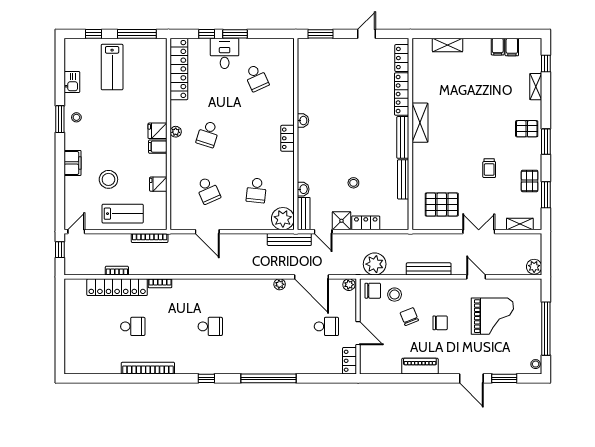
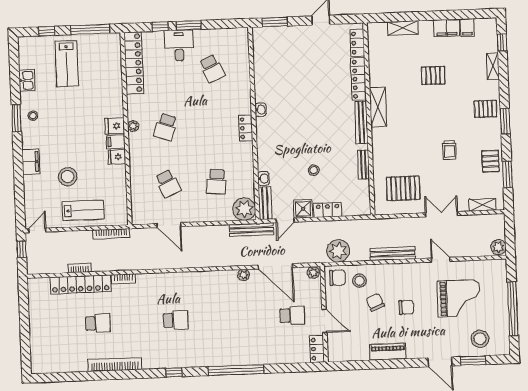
filing cabinet: (498, 47) -> (447, 28), width x2.00
pallet: (476, 93) -> (433, 76), added
bench: (403, 179) -> (363, 165), width x0.73
fridge: (158, 184) -> (117, 157), moved
door: (323, 232) -> (285, 220), hinge flipped
stool: (536, 364) -> (480, 339), moved, width x1.89, depth x1.89

